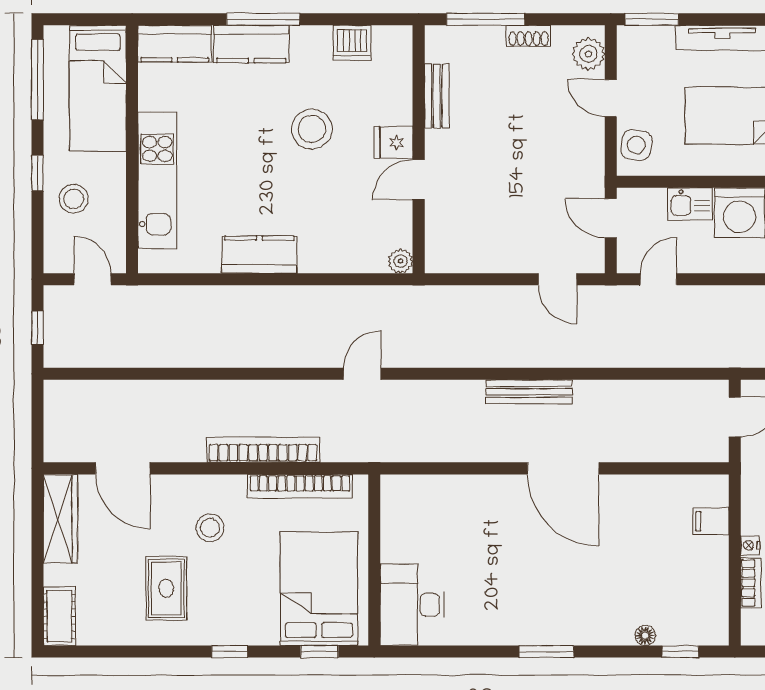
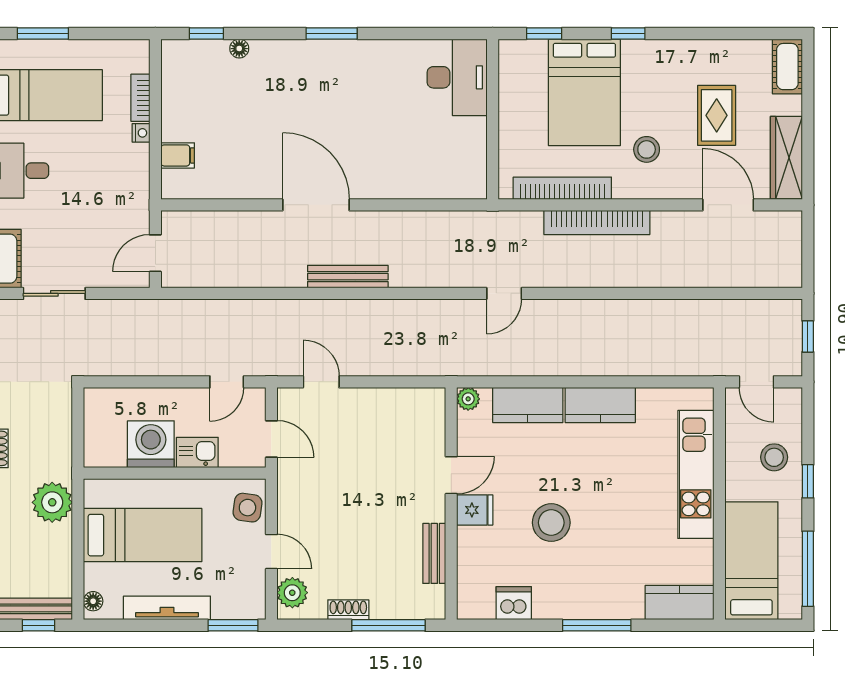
kitchen counter: (251, 44) -> (528, 405), moved, turned 180
rug: (166, 588) -> (717, 115), moved
bed: (319, 589) -> (584, 92), moved

